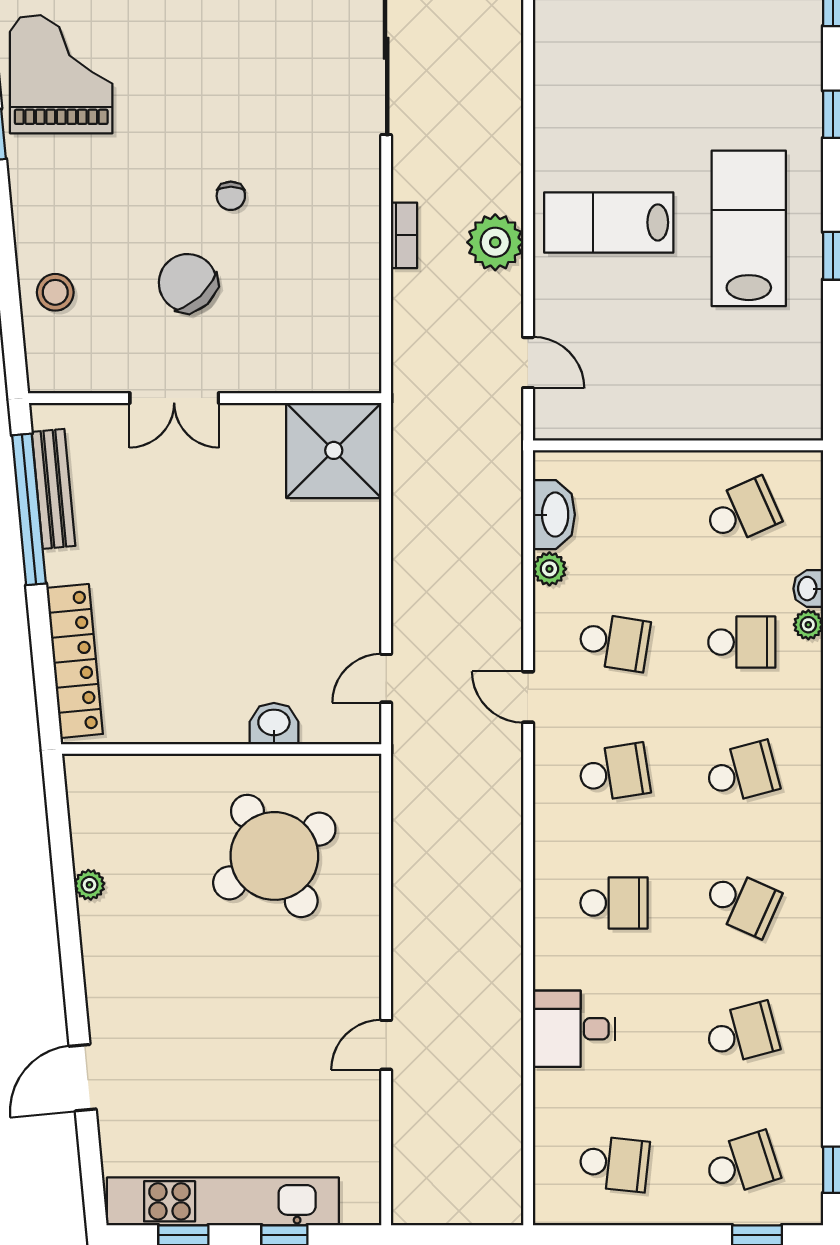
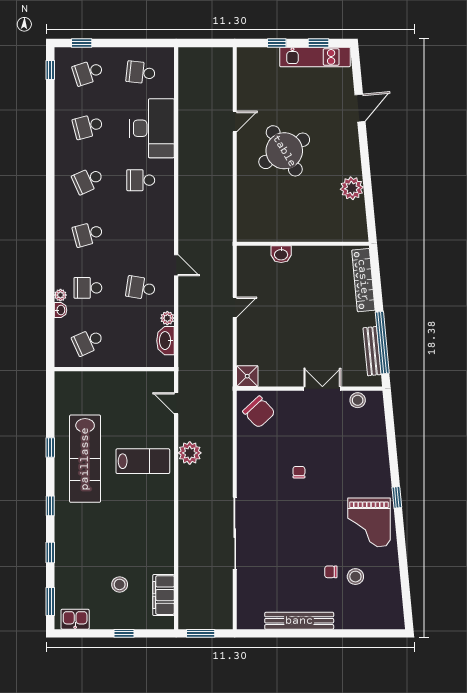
lab bench: (749, 228) -> (85, 459), width x1.36
bookcase: (404, 235) -> (227, 456), removed
chair: (188, 283) -> (259, 412), moved
stool: (55, 292) -> (358, 400), moved
shower: (334, 450) -> (247, 376), width x0.54, depth x0.54
door: (386, 678) -> (235, 307), moved
school desk: (614, 773) -> (141, 234), removed
round table: (274, 856) -> (284, 151), moved
plant: (89, 885) -> (352, 188), width x1.88, depth x1.88
school desk: (742, 903) -> (88, 180), turned -48
desk: (574, 1029) -> (152, 128), width x1.87, depth x1.30
kitchen unit: (223, 1201) -> (315, 57), width x0.73

